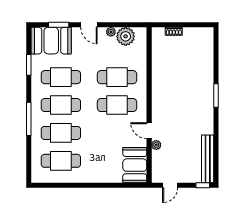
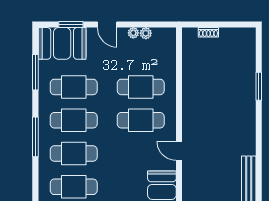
plant: (126, 36) -> (146, 33), width x0.53, depth x0.53
window: (29, 65) -> (35, 72), width x1.44
window: (216, 96) -> (259, 86), moved
plant: (156, 145) -> (187, 168), removed

